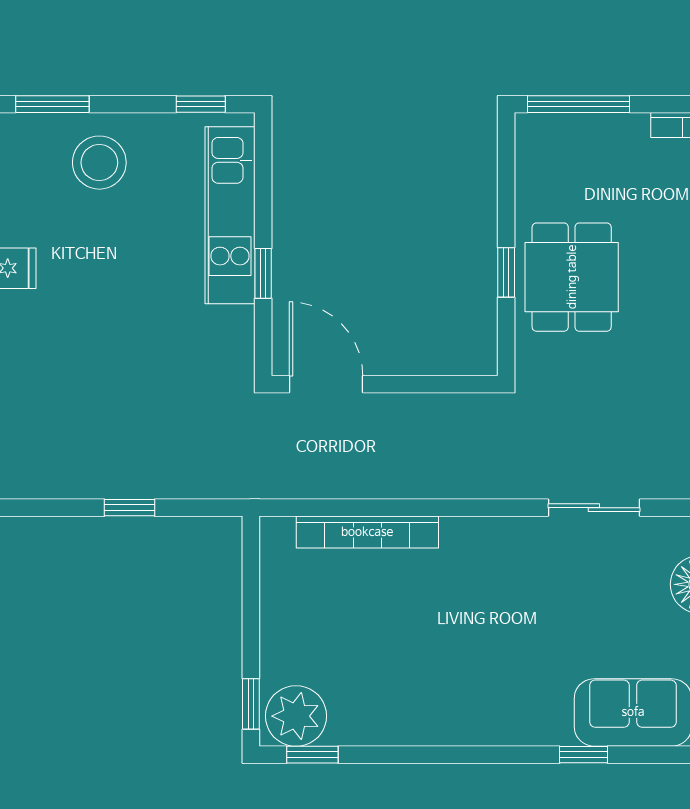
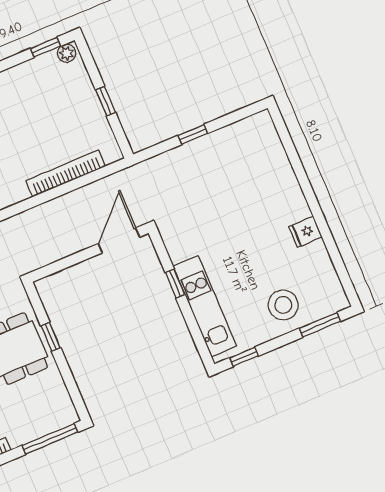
door: (326, 384) -> (119, 240), swing flipped
window: (251, 704) -> (106, 101), moved
plant: (296, 716) -> (67, 53), width x0.53, depth x0.53

